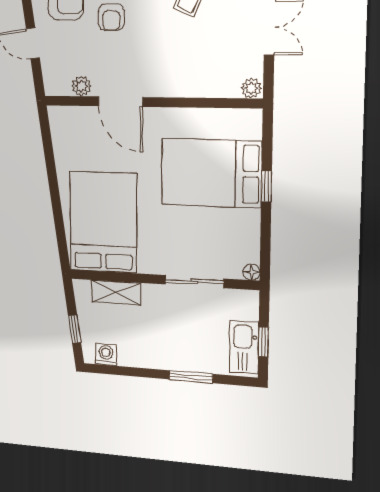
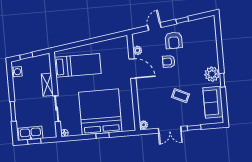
door: (120, 102) -> (132, 69), swing flipped
bed: (211, 173) -> (100, 112), width x1.36
bed: (103, 222) -> (78, 65), width x0.67
shelving: (116, 292) -> (47, 85), moved

